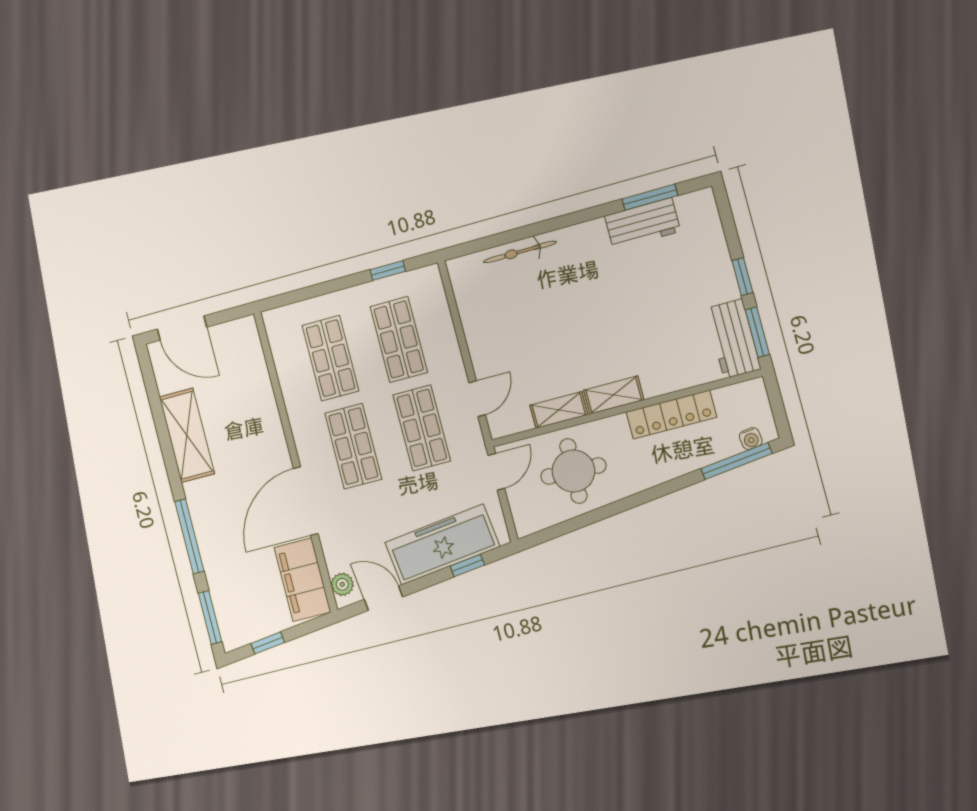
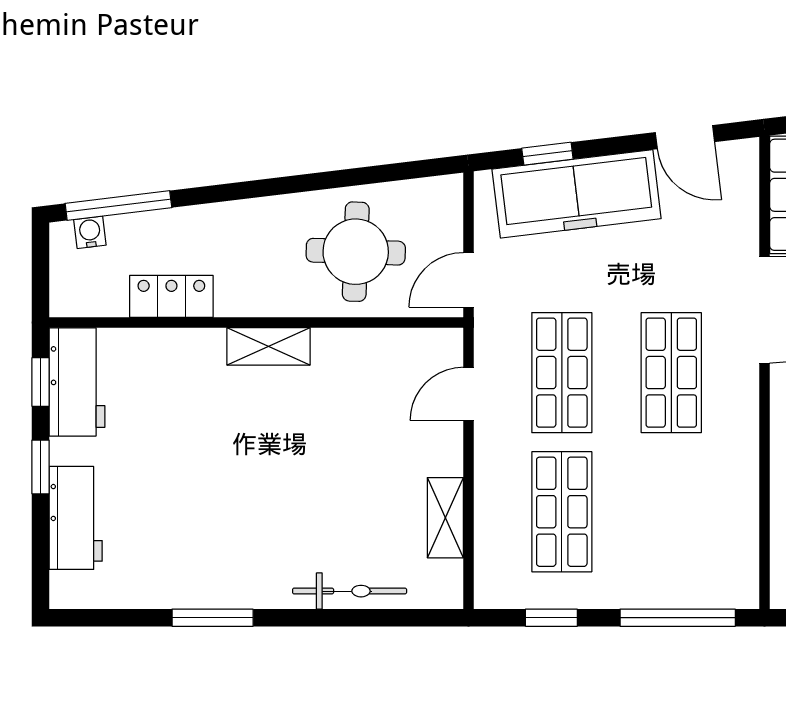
window: (650, 197) -> (213, 618), moved
workbench: (643, 224) -> (76, 518), moved, turned 90
window: (309, 292) -> (678, 618), added
window: (757, 332) -> (40, 382), width x0.67
shop shelf: (330, 358) -> (671, 512), removed
shelving: (559, 410) -> (445, 518), moved, turned 90
locker: (671, 415) -> (171, 296), width x0.66
plant: (342, 584) -> (742, 173), removed

